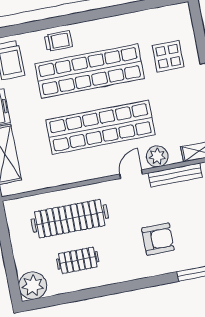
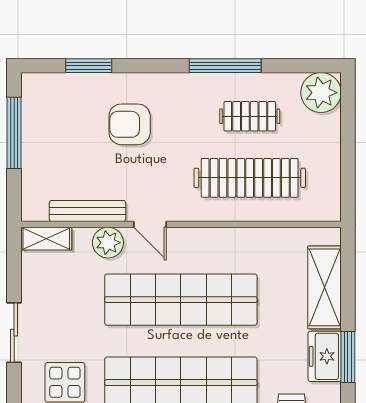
door: (131, 174) -> (150, 224), hinge flipped
window: (101, 291) -> (225, 66), added

